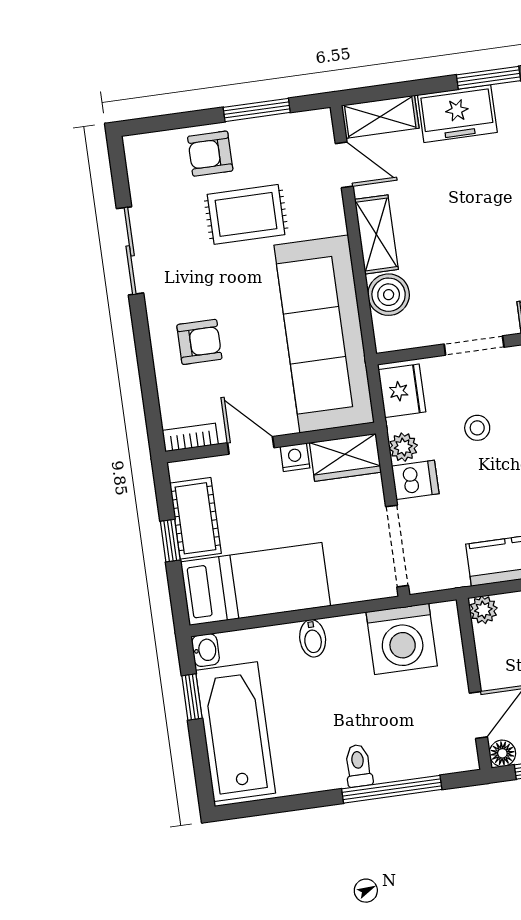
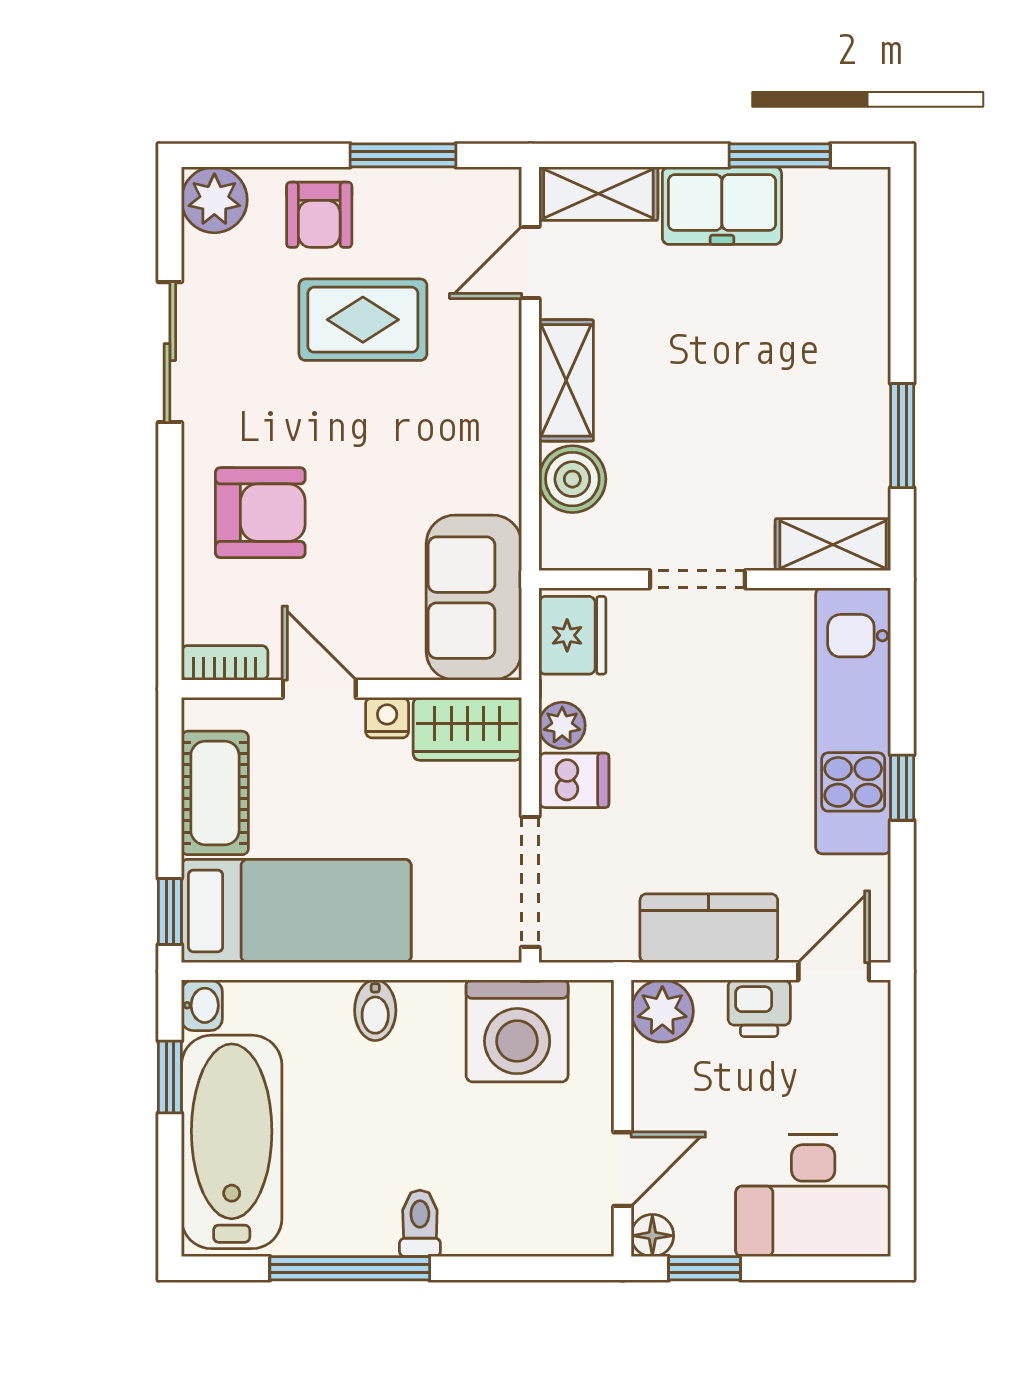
plant: (144, 153) -> (214, 200), added
armchair: (210, 154) -> (319, 215), turned -90
door: (344, 165) -> (530, 262), swing flipped
sofa: (324, 334) -> (474, 598), width x0.54, depth x0.79
armchair: (199, 342) -> (260, 513), width x1.38, depth x1.38
stool: (477, 428) -> (684, 711), removed
window: (170, 541) -> (170, 911), moved
plant: (483, 610) -> (662, 1011), width x1.38, depth x1.38
window: (392, 789) -> (350, 1268), moved

